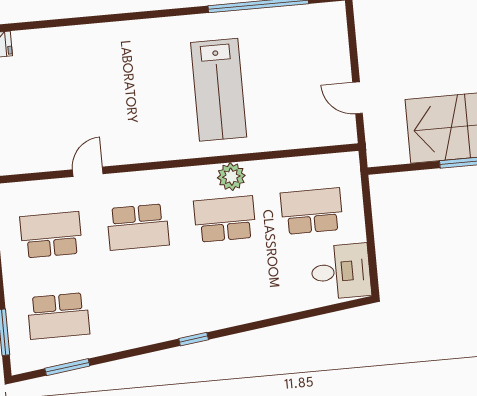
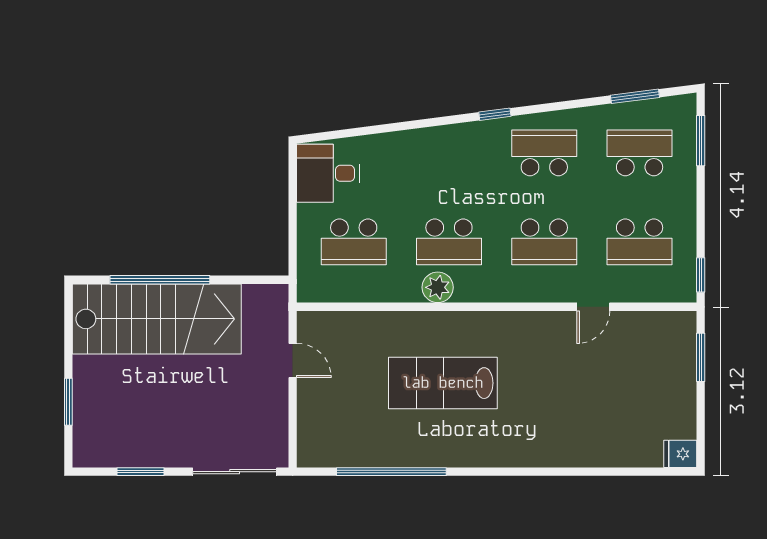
lab bench: (219, 90) -> (443, 383), turned -90
school desk: (138, 227) -> (544, 242), turned 180
school desk: (145, 308) -> (544, 153), added

